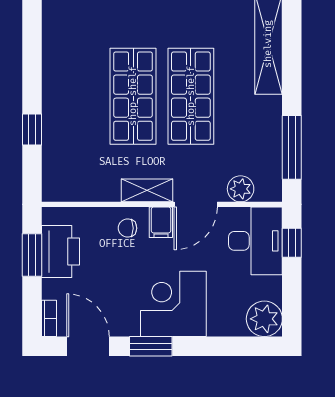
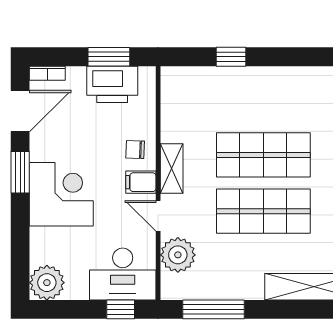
plant: (241, 189) -> (178, 255), width x1.36, depth x1.36
door: (196, 204) -> (158, 216), width x0.73
chair: (127, 228) -> (135, 150), turned -88

